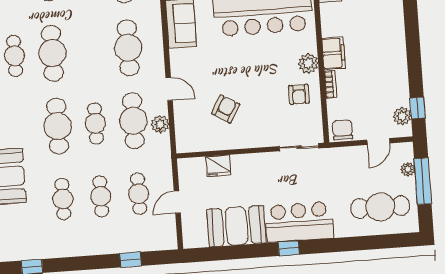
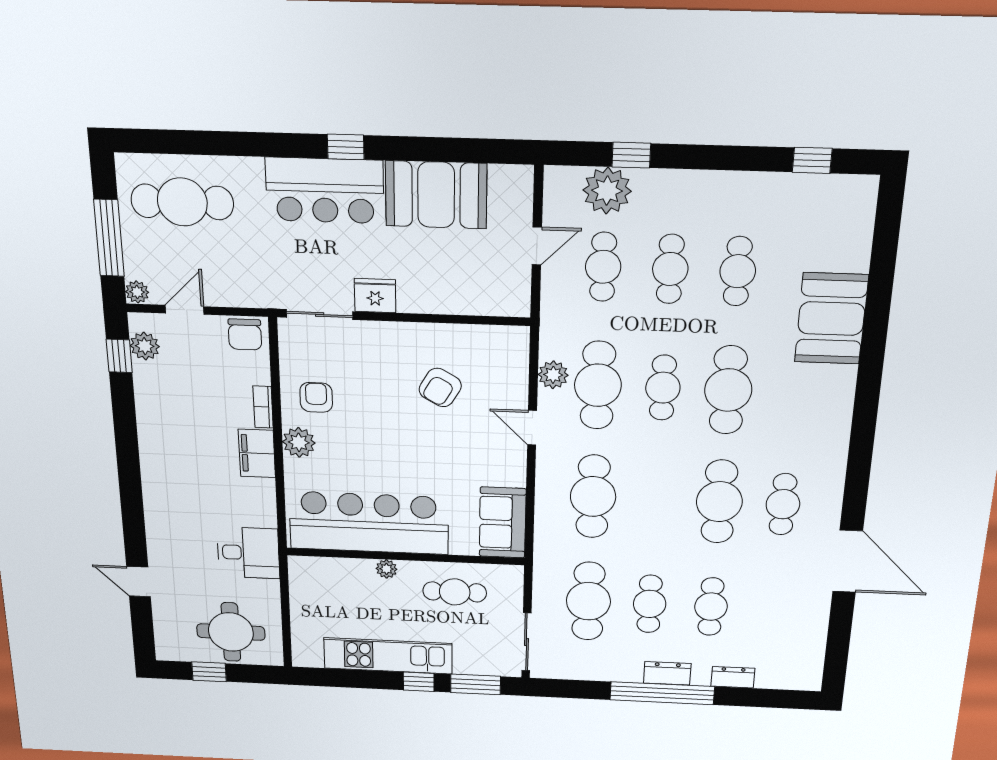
fridge: (218, 166) -> (375, 296), moved
plant: (408, 169) -> (137, 292), moved
plant: (141, 238) -> (607, 191), added

